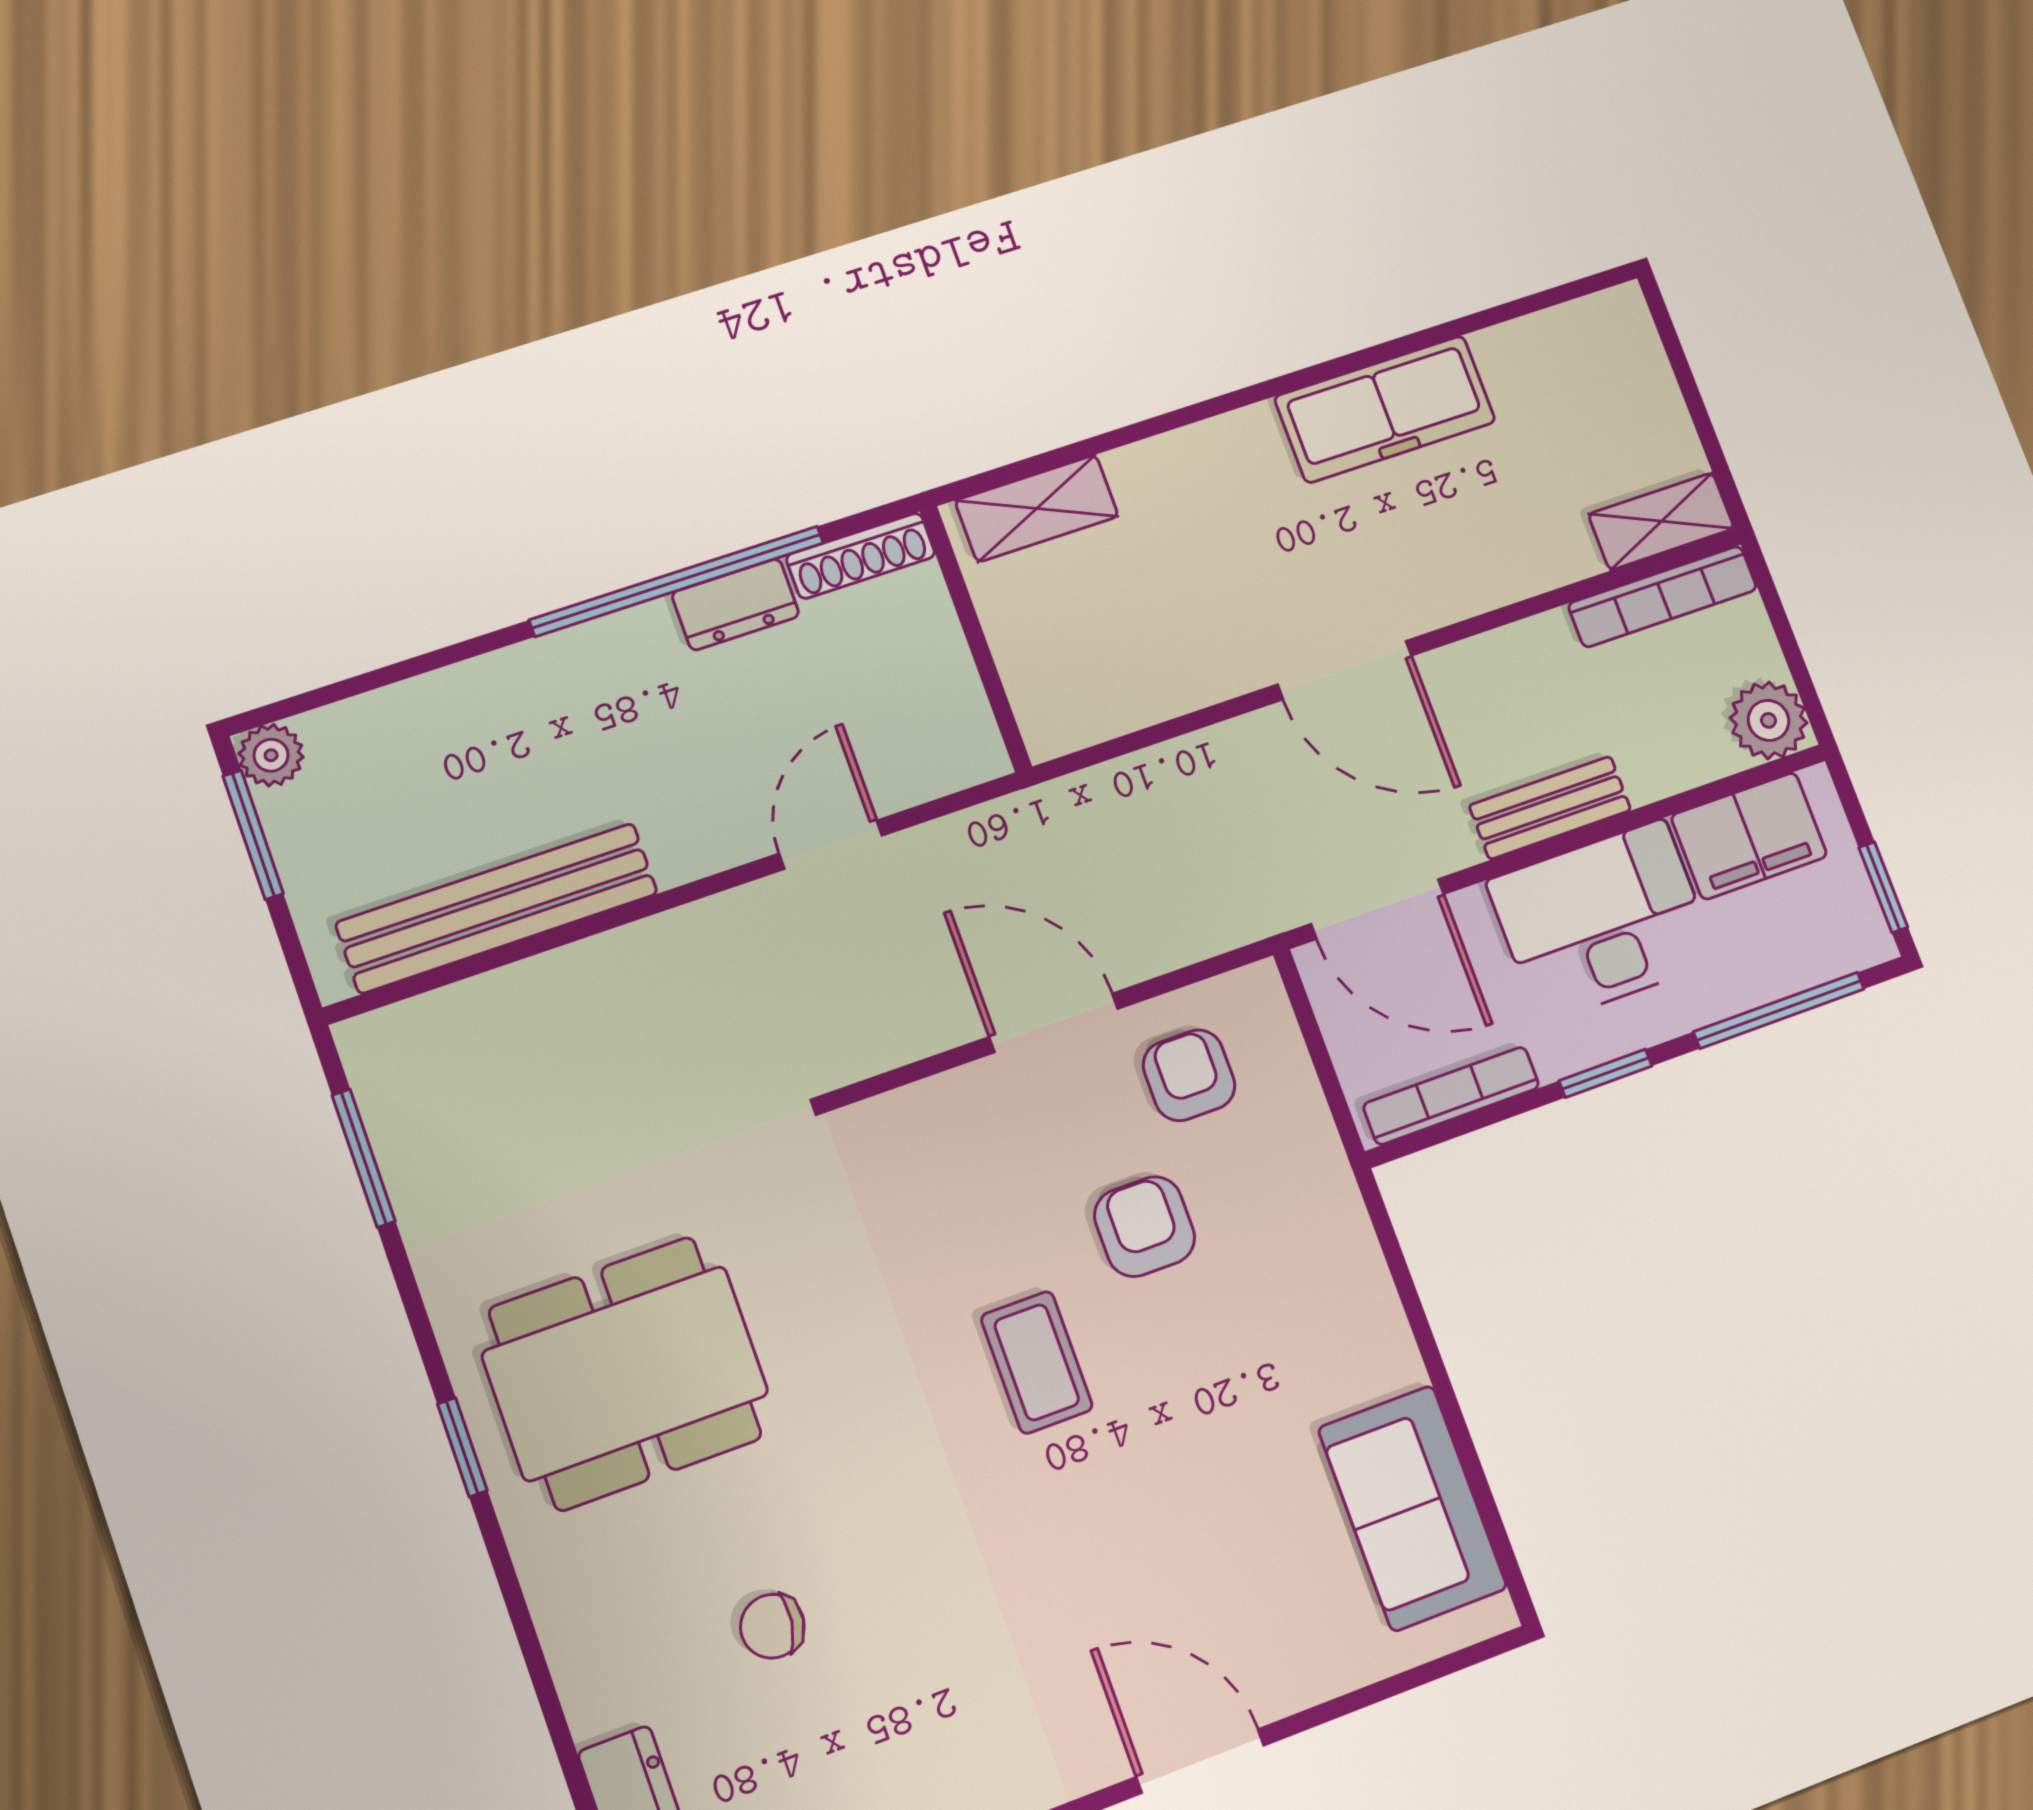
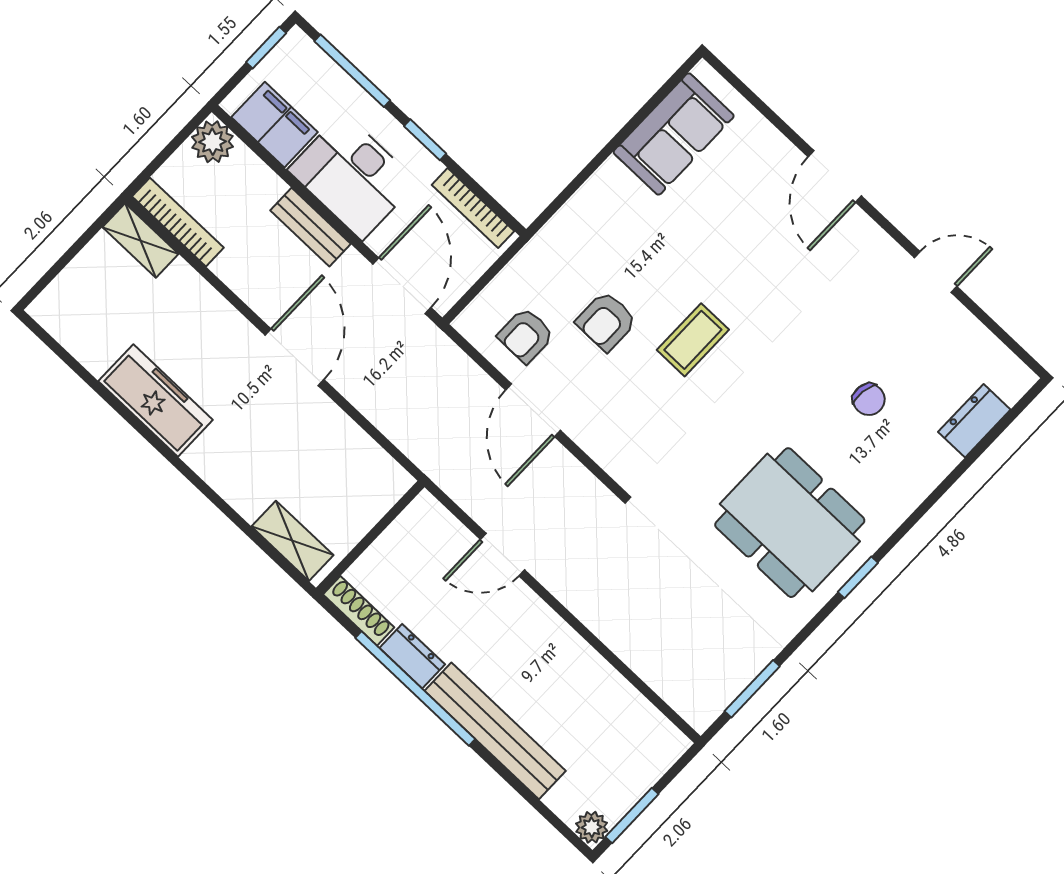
bench: (497, 908) -> (495, 731), moved

